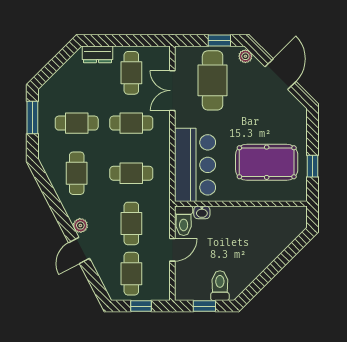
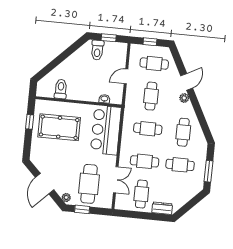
toilet: (184, 221) -> (61, 89), moved
cafe table: (131, 274) -> (154, 63), turned 90

